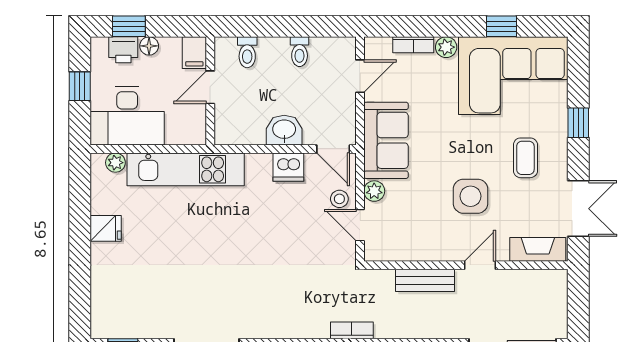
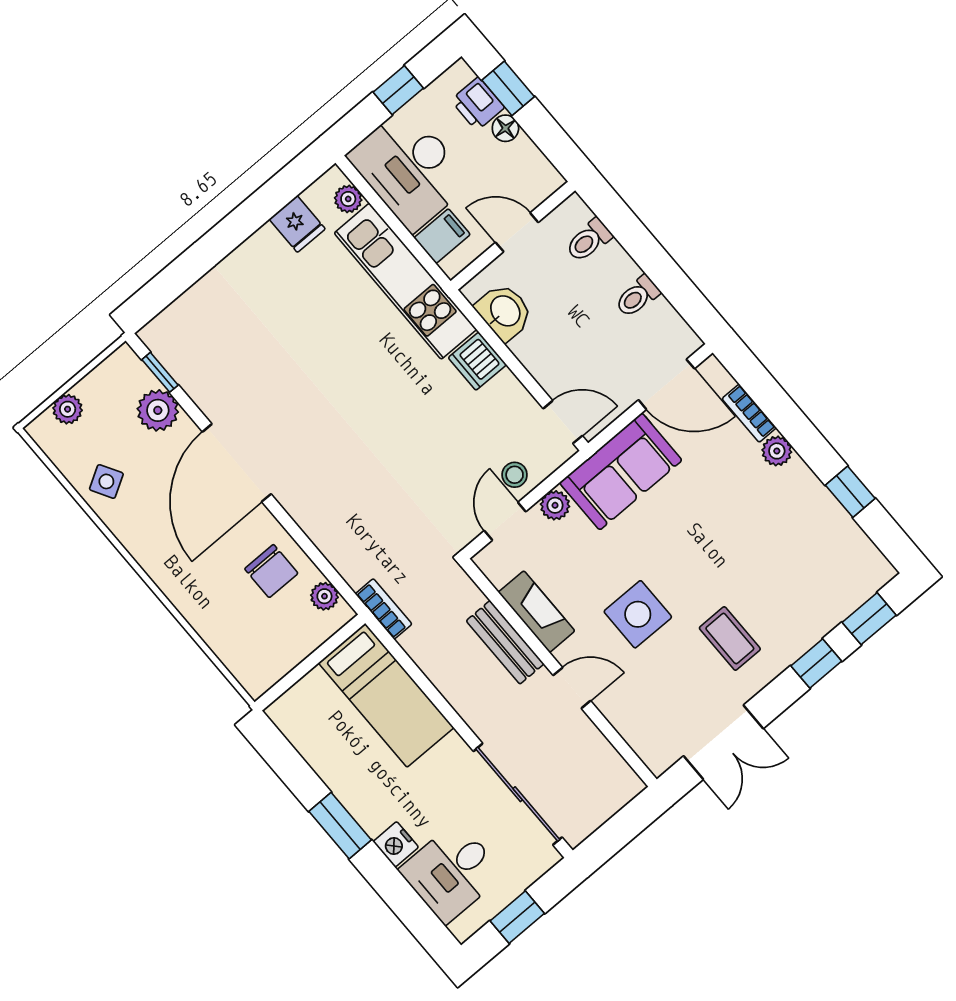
filing cabinet: (194, 53) -> (442, 236), moved, turned 180
window: (578, 74) -> (869, 619), added
door: (360, 76) -> (666, 384), width x1.38
corner sofa: (513, 76) -> (808, 550), removed
washbasin: (284, 130) -> (504, 312), moved
door: (333, 149) -> (563, 422), swing flipped
coffee table: (525, 158) -> (730, 639), turned 90
dishwasher: (288, 167) -> (477, 361), moved
fridge: (106, 228) -> (297, 224), moved
fireplace: (538, 249) -> (537, 612), moved

